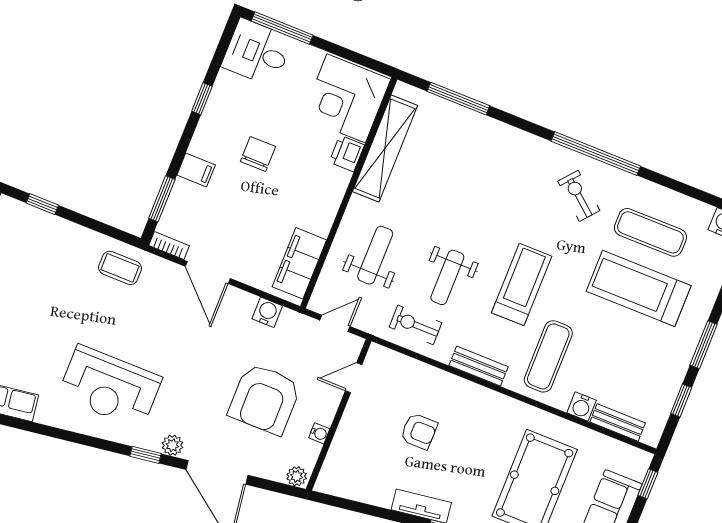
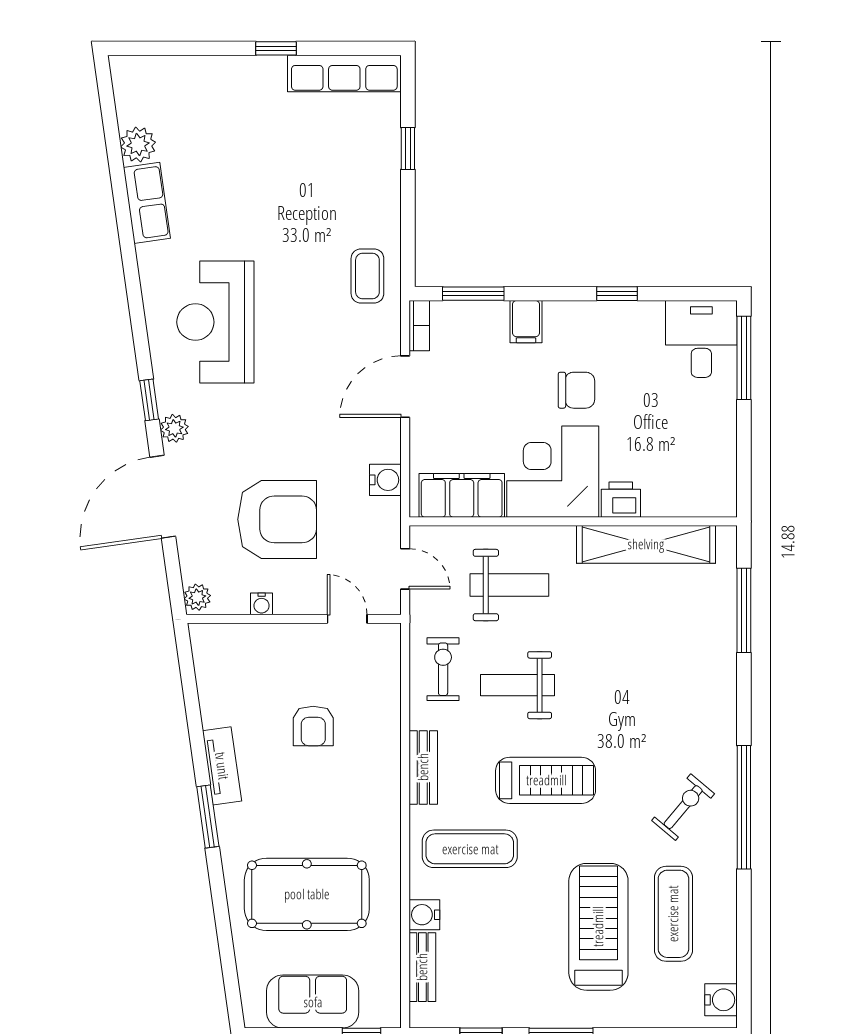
corner desk: (346, 98) -> (553, 472), moved
armchair: (265, 399) -> (277, 519), turned 180

